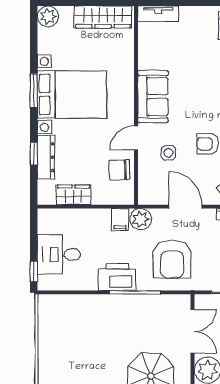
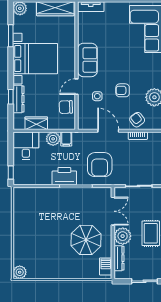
window: (34, 91) -> (11, 36), moved
plant: (141, 219) -> (53, 139), moved
desk: (59, 255) -> (26, 146), moved, turned 90

